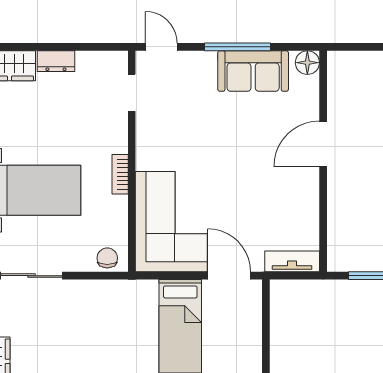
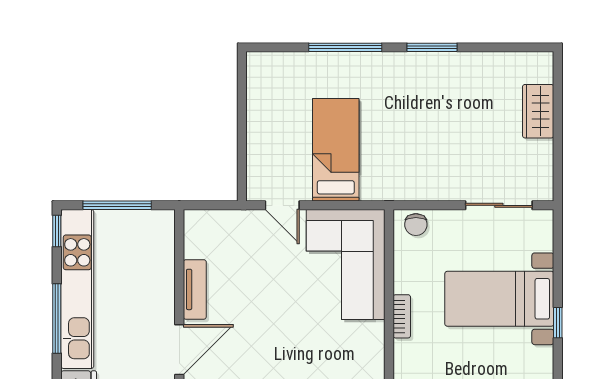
tv unit: (292, 261) -> (195, 289), moved, turned -90
door: (229, 276) -> (282, 205), width x0.73

